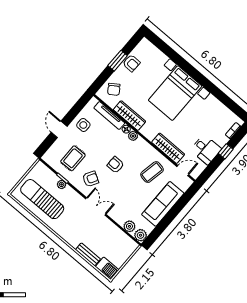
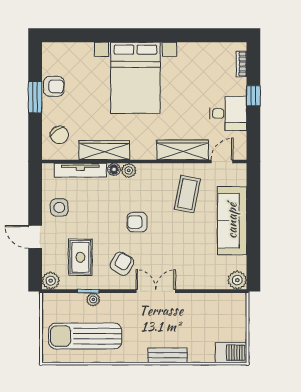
plant: (129, 226) -> (51, 281), moved
bench: (88, 254) -> (168, 355), moved

